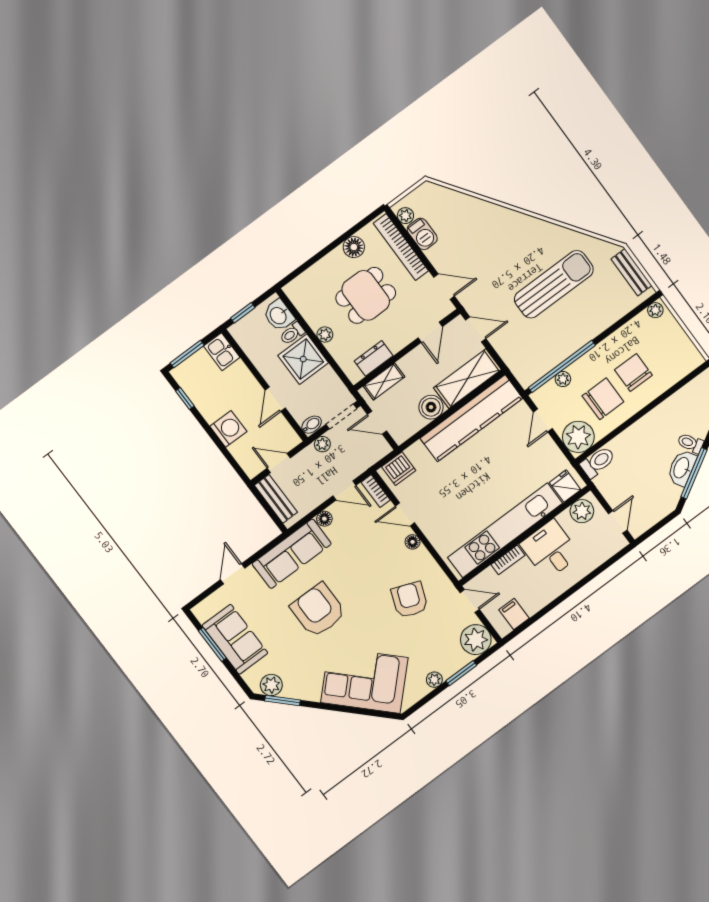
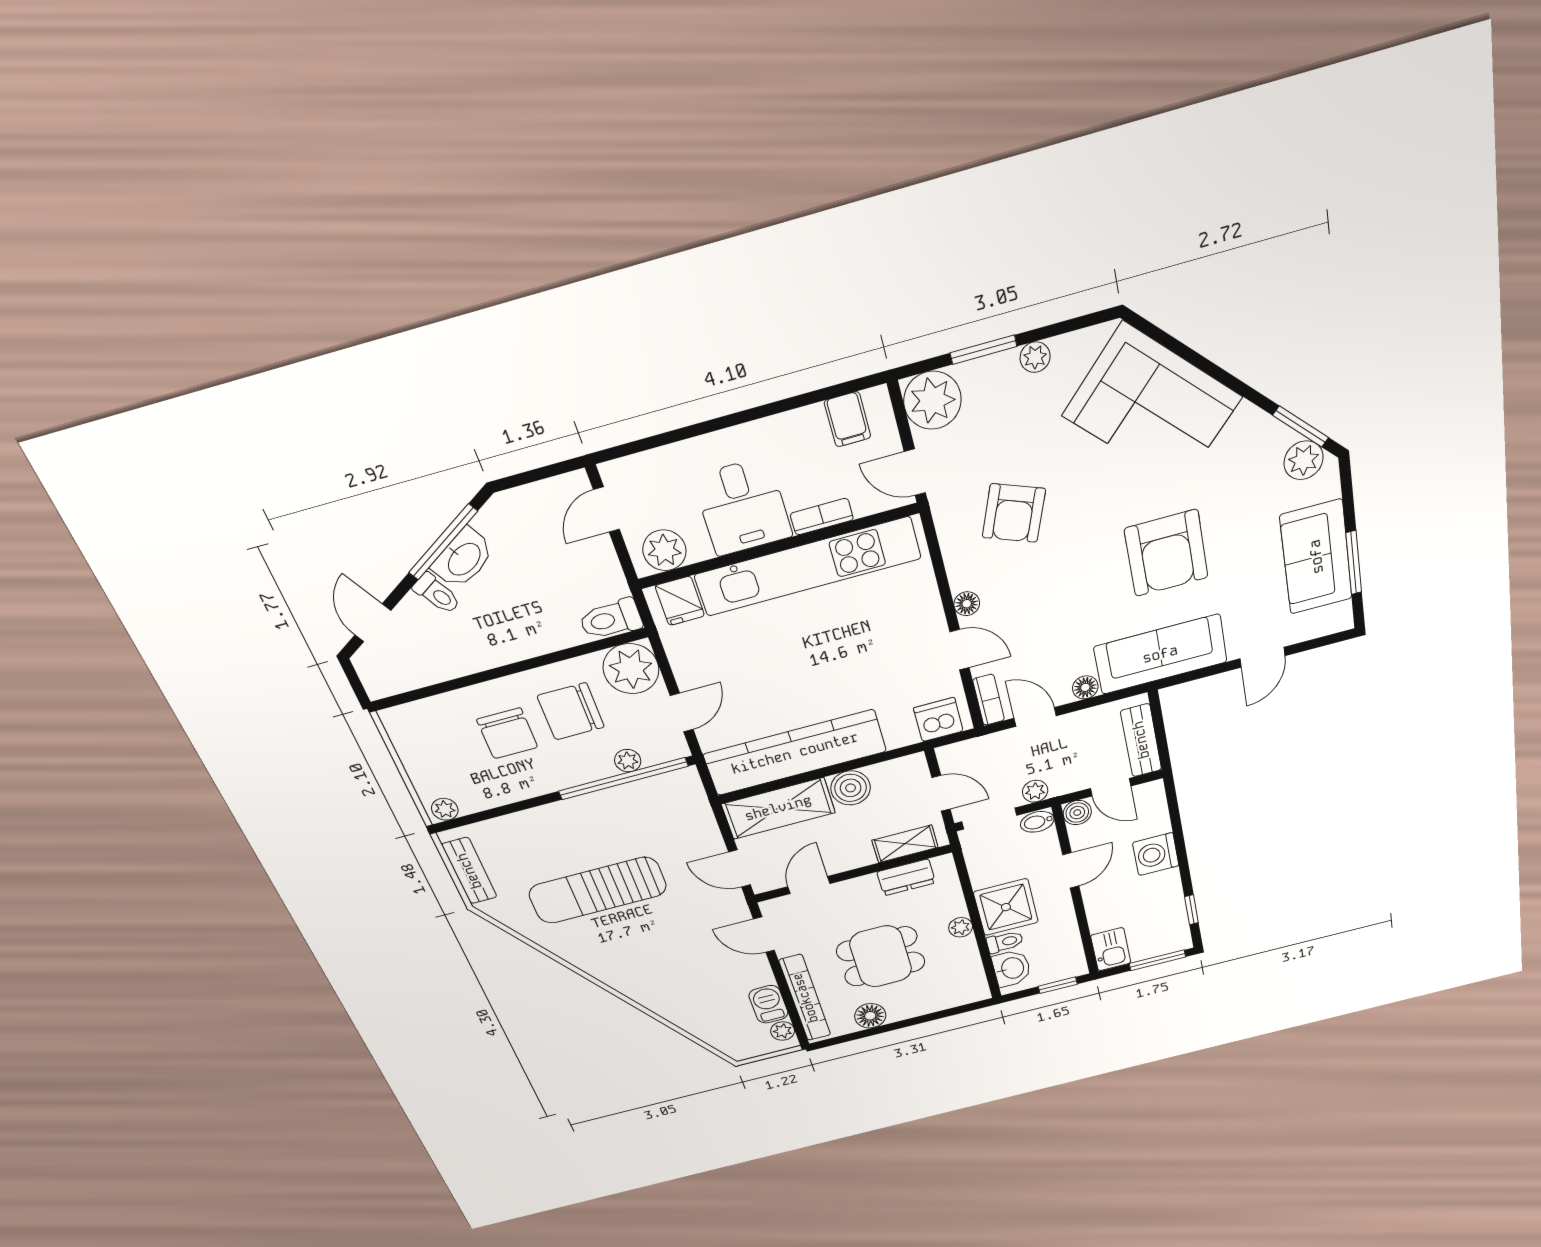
boiler: (290, 439) -> (1077, 813), added

